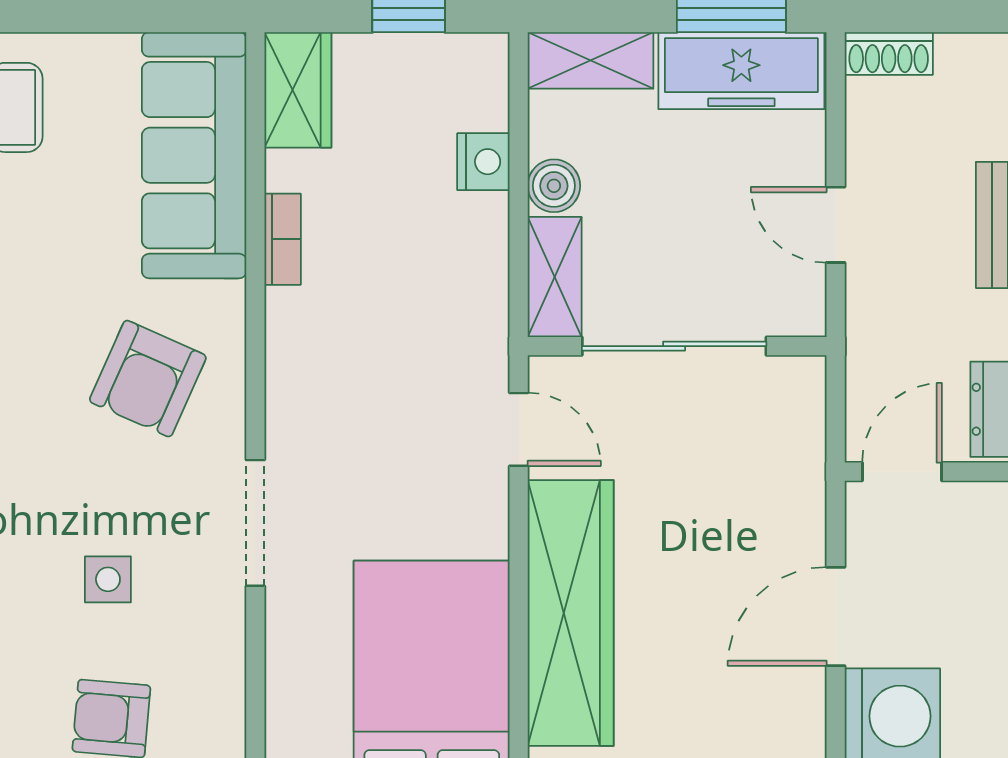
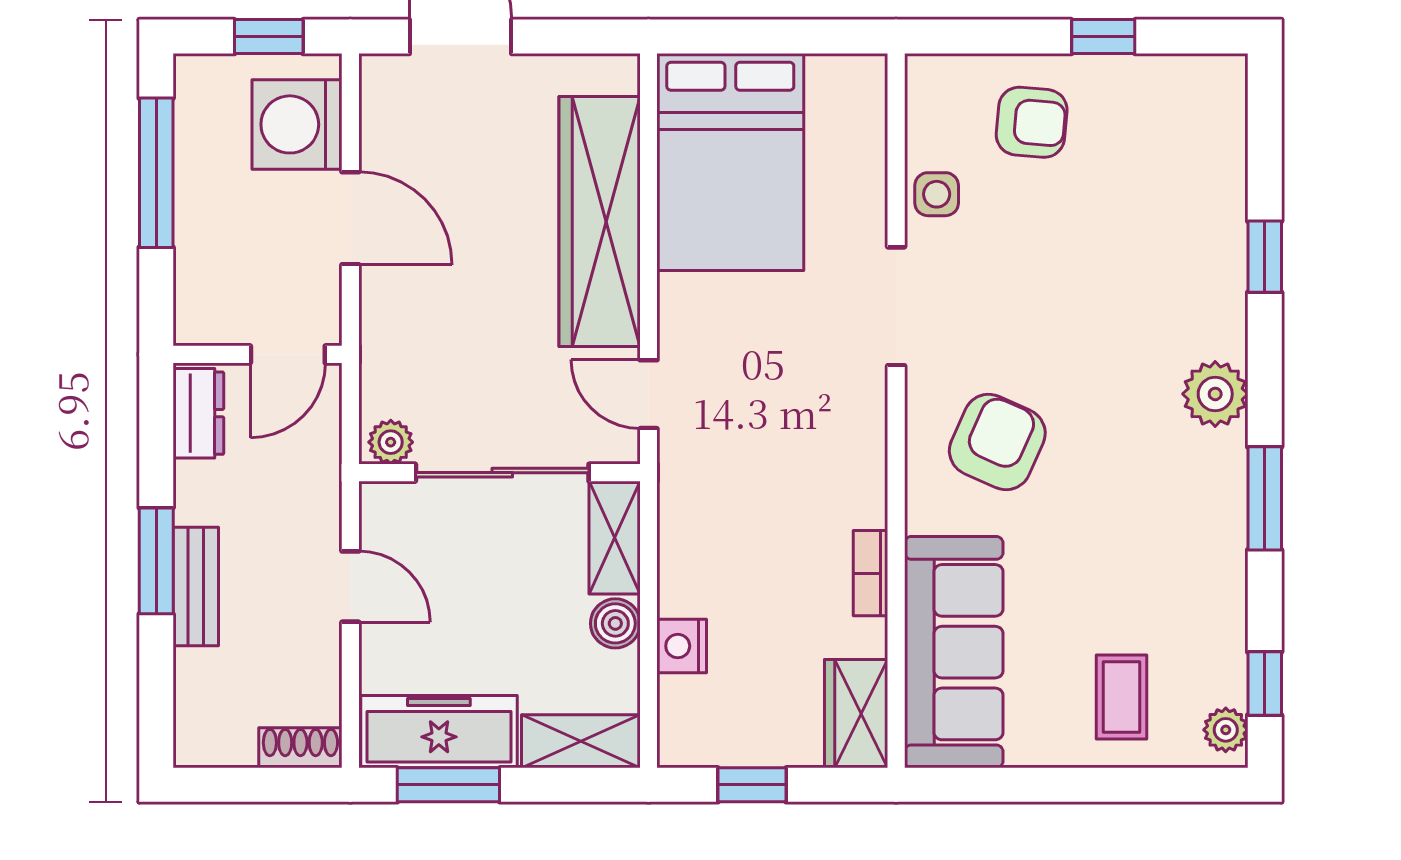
plant: (793, 378) -> (391, 442), added
side table: (108, 579) -> (937, 194), moved
door: (836, 616) -> (350, 218), hinge flipped

